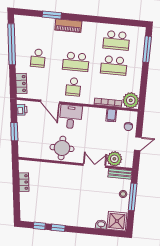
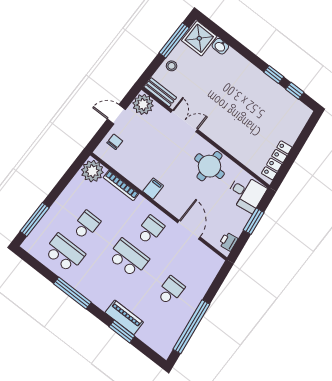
window: (96, 19) -> (72, 293), added
piano: (68, 26) -> (124, 317), moved
school desk: (114, 65) -> (86, 225), width x0.54
locker: (21, 84) -> (209, 273), removed
filing cabinet: (111, 115) -> (153, 189), moved
desk: (71, 117) -> (246, 193), moved, turned -97
plant: (114, 159) -> (143, 104), moved
double door: (94, 166) -> (184, 121), swing flipped
locker: (24, 182) -> (277, 160), width x1.53
window: (133, 197) -> (174, 40), moved

